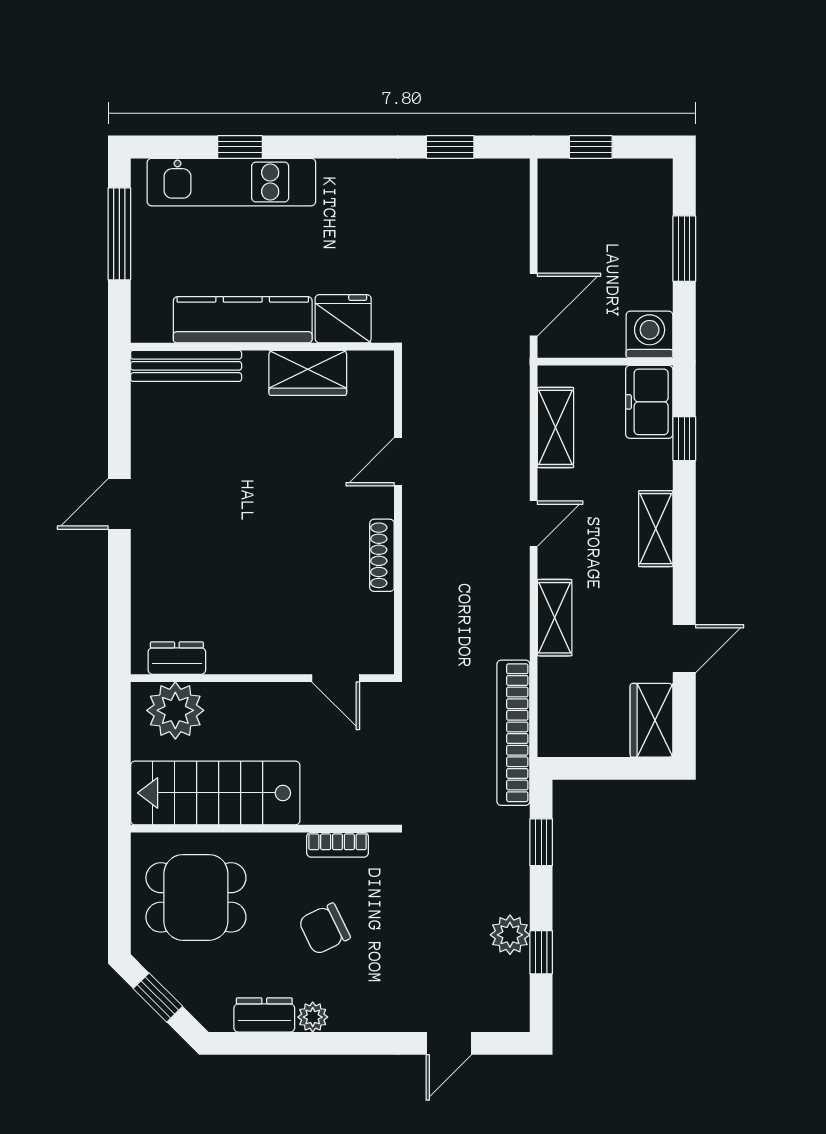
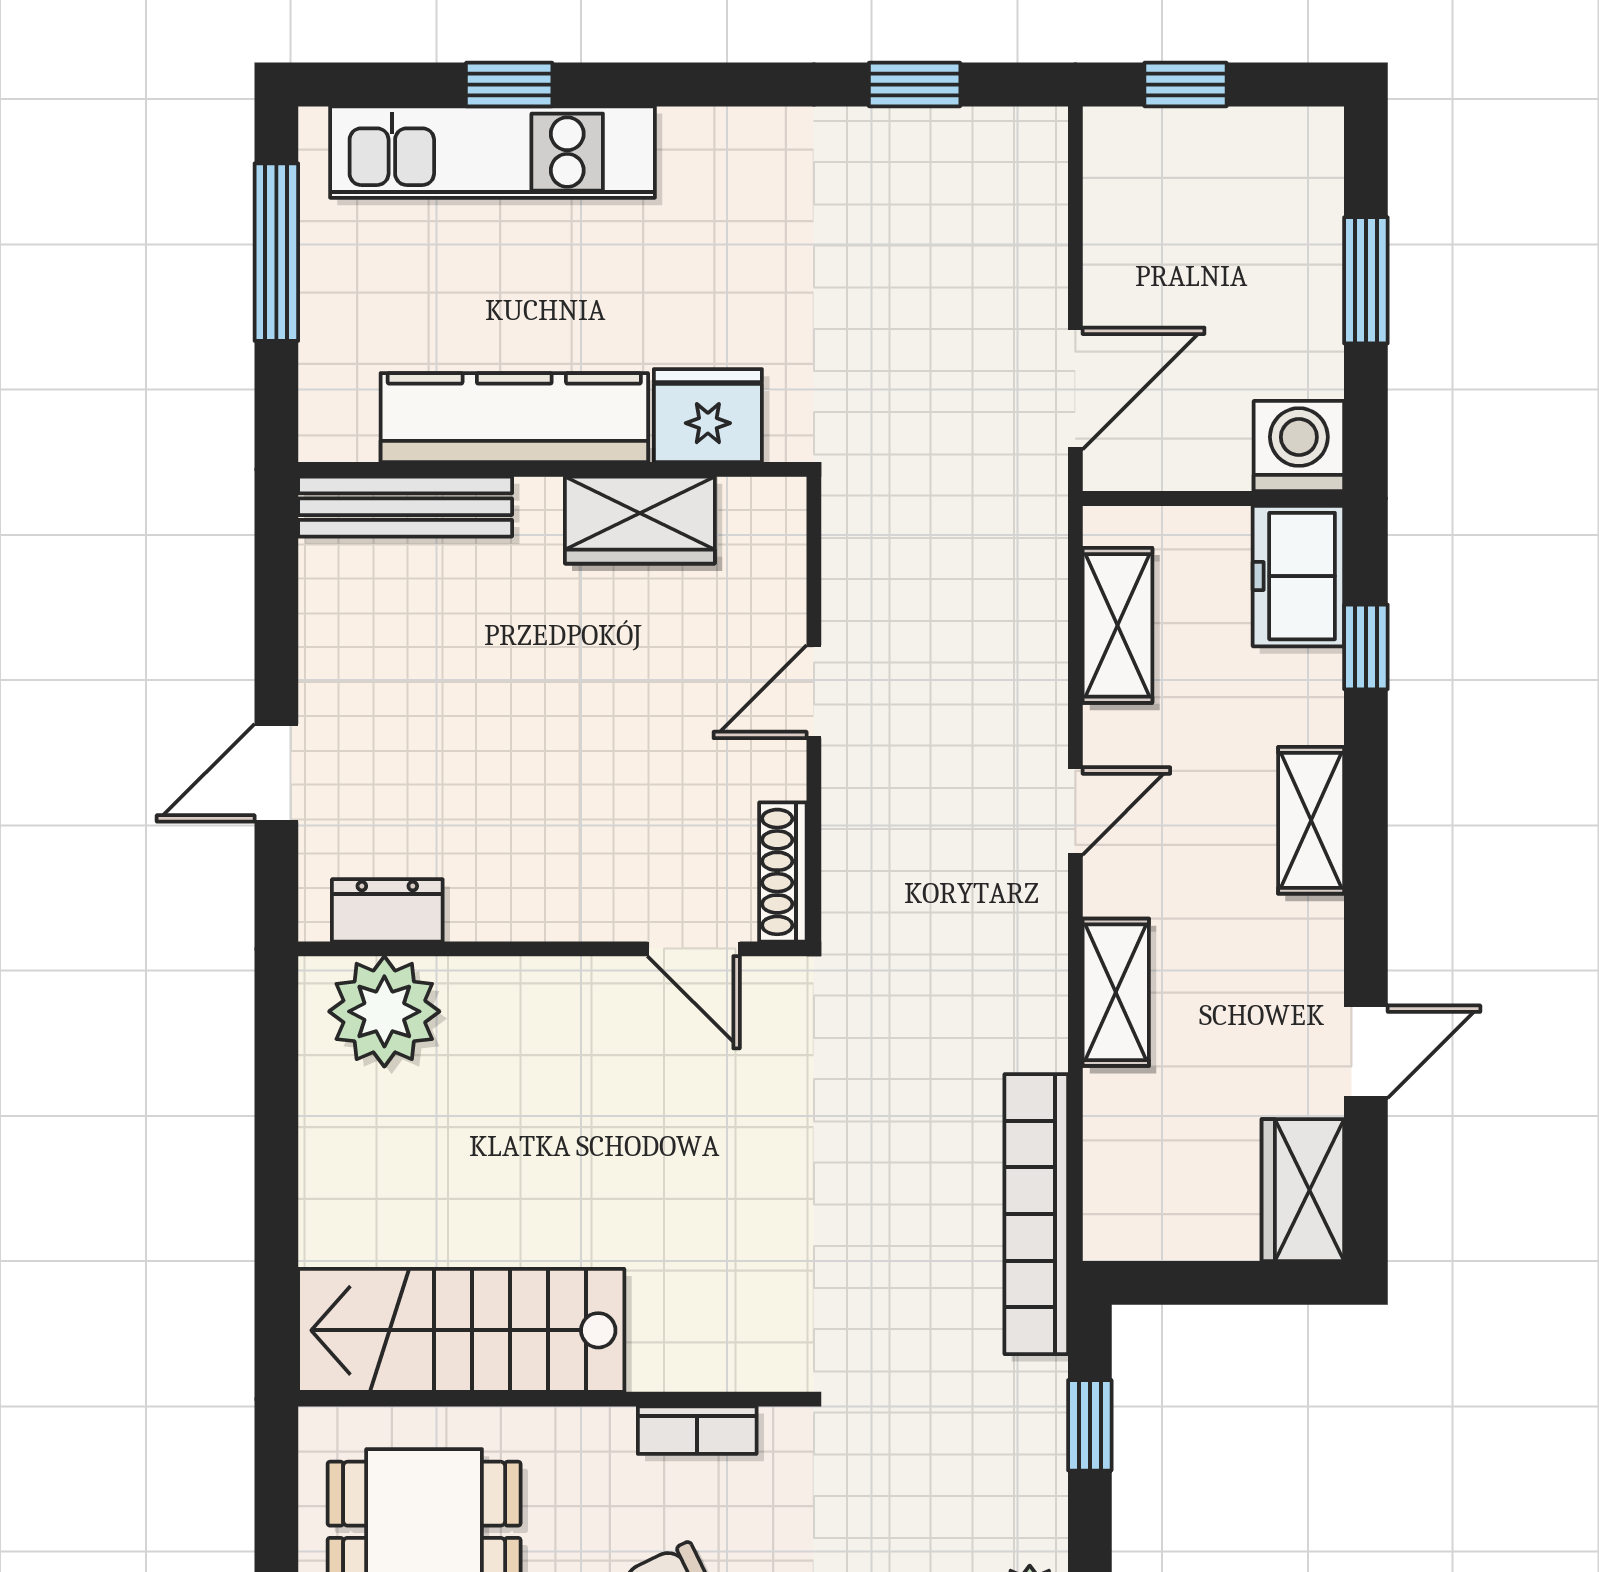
dresser: (177, 658) -> (387, 910), moved
wall: (262, 678) -> (552, 949), moved
door: (336, 678) -> (694, 949), moved
plant: (175, 710) -> (384, 1011), moved

